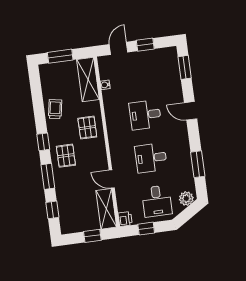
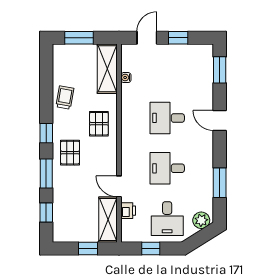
printer: (125, 219) -> (128, 211), moved

